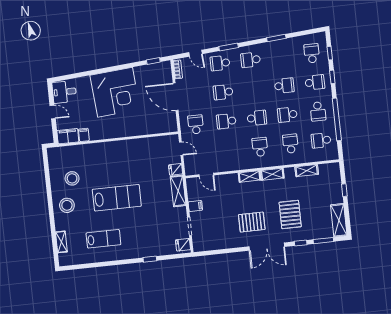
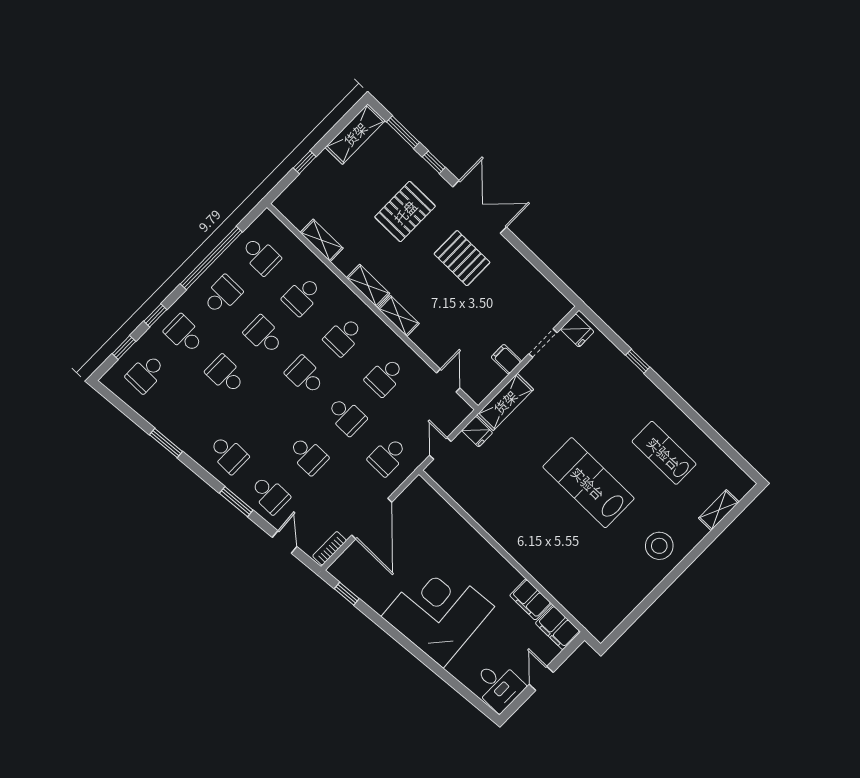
school desk: (287, 115) -> (264, 335), turned 180
filing cabinet: (84, 135) -> (531, 599), width x2.00
school desk: (229, 150) -> (385, 377), added
stool: (72, 178) -> (614, 571), removed

